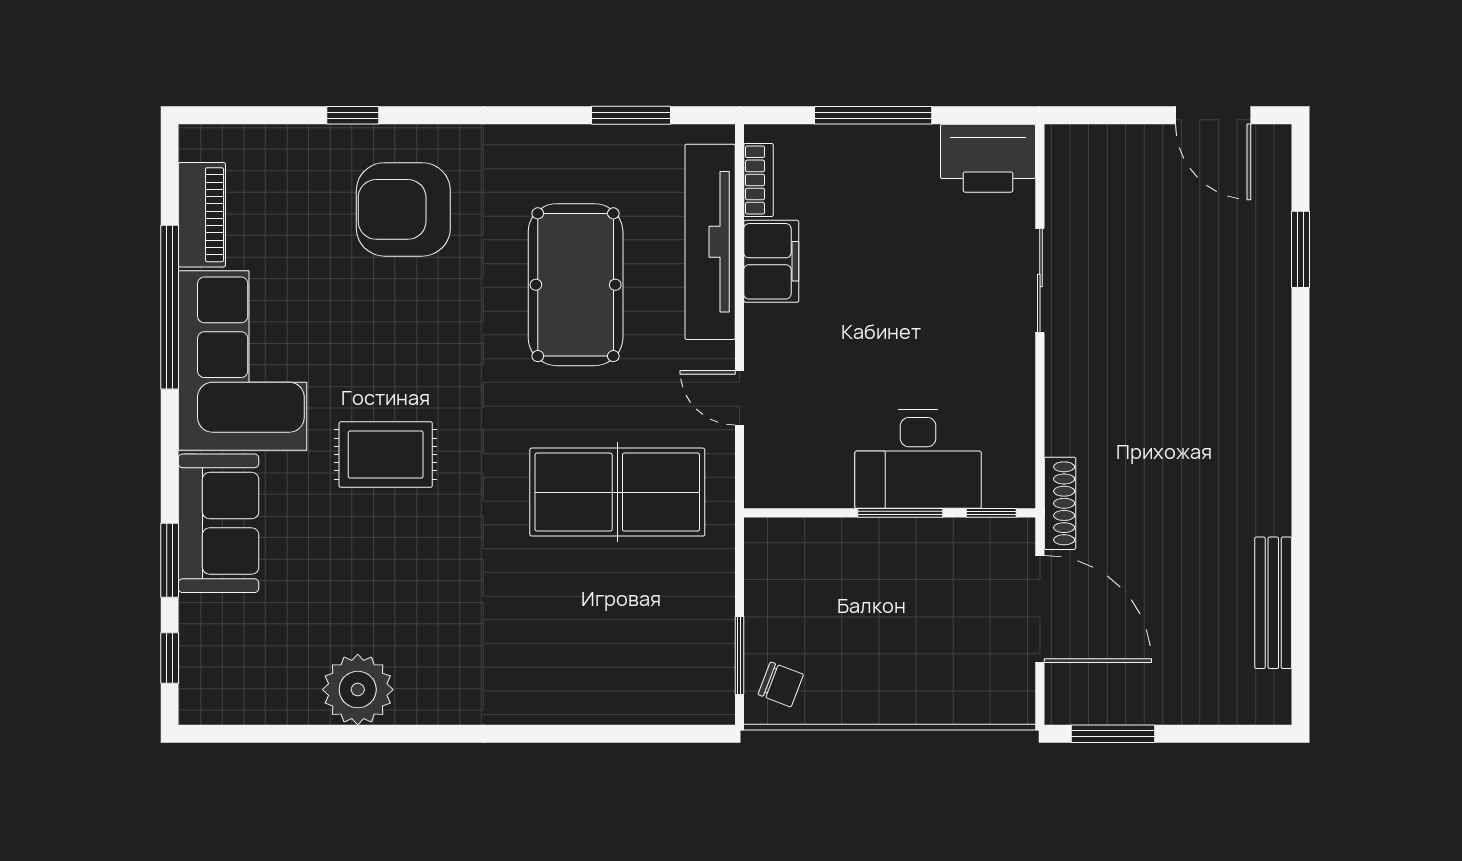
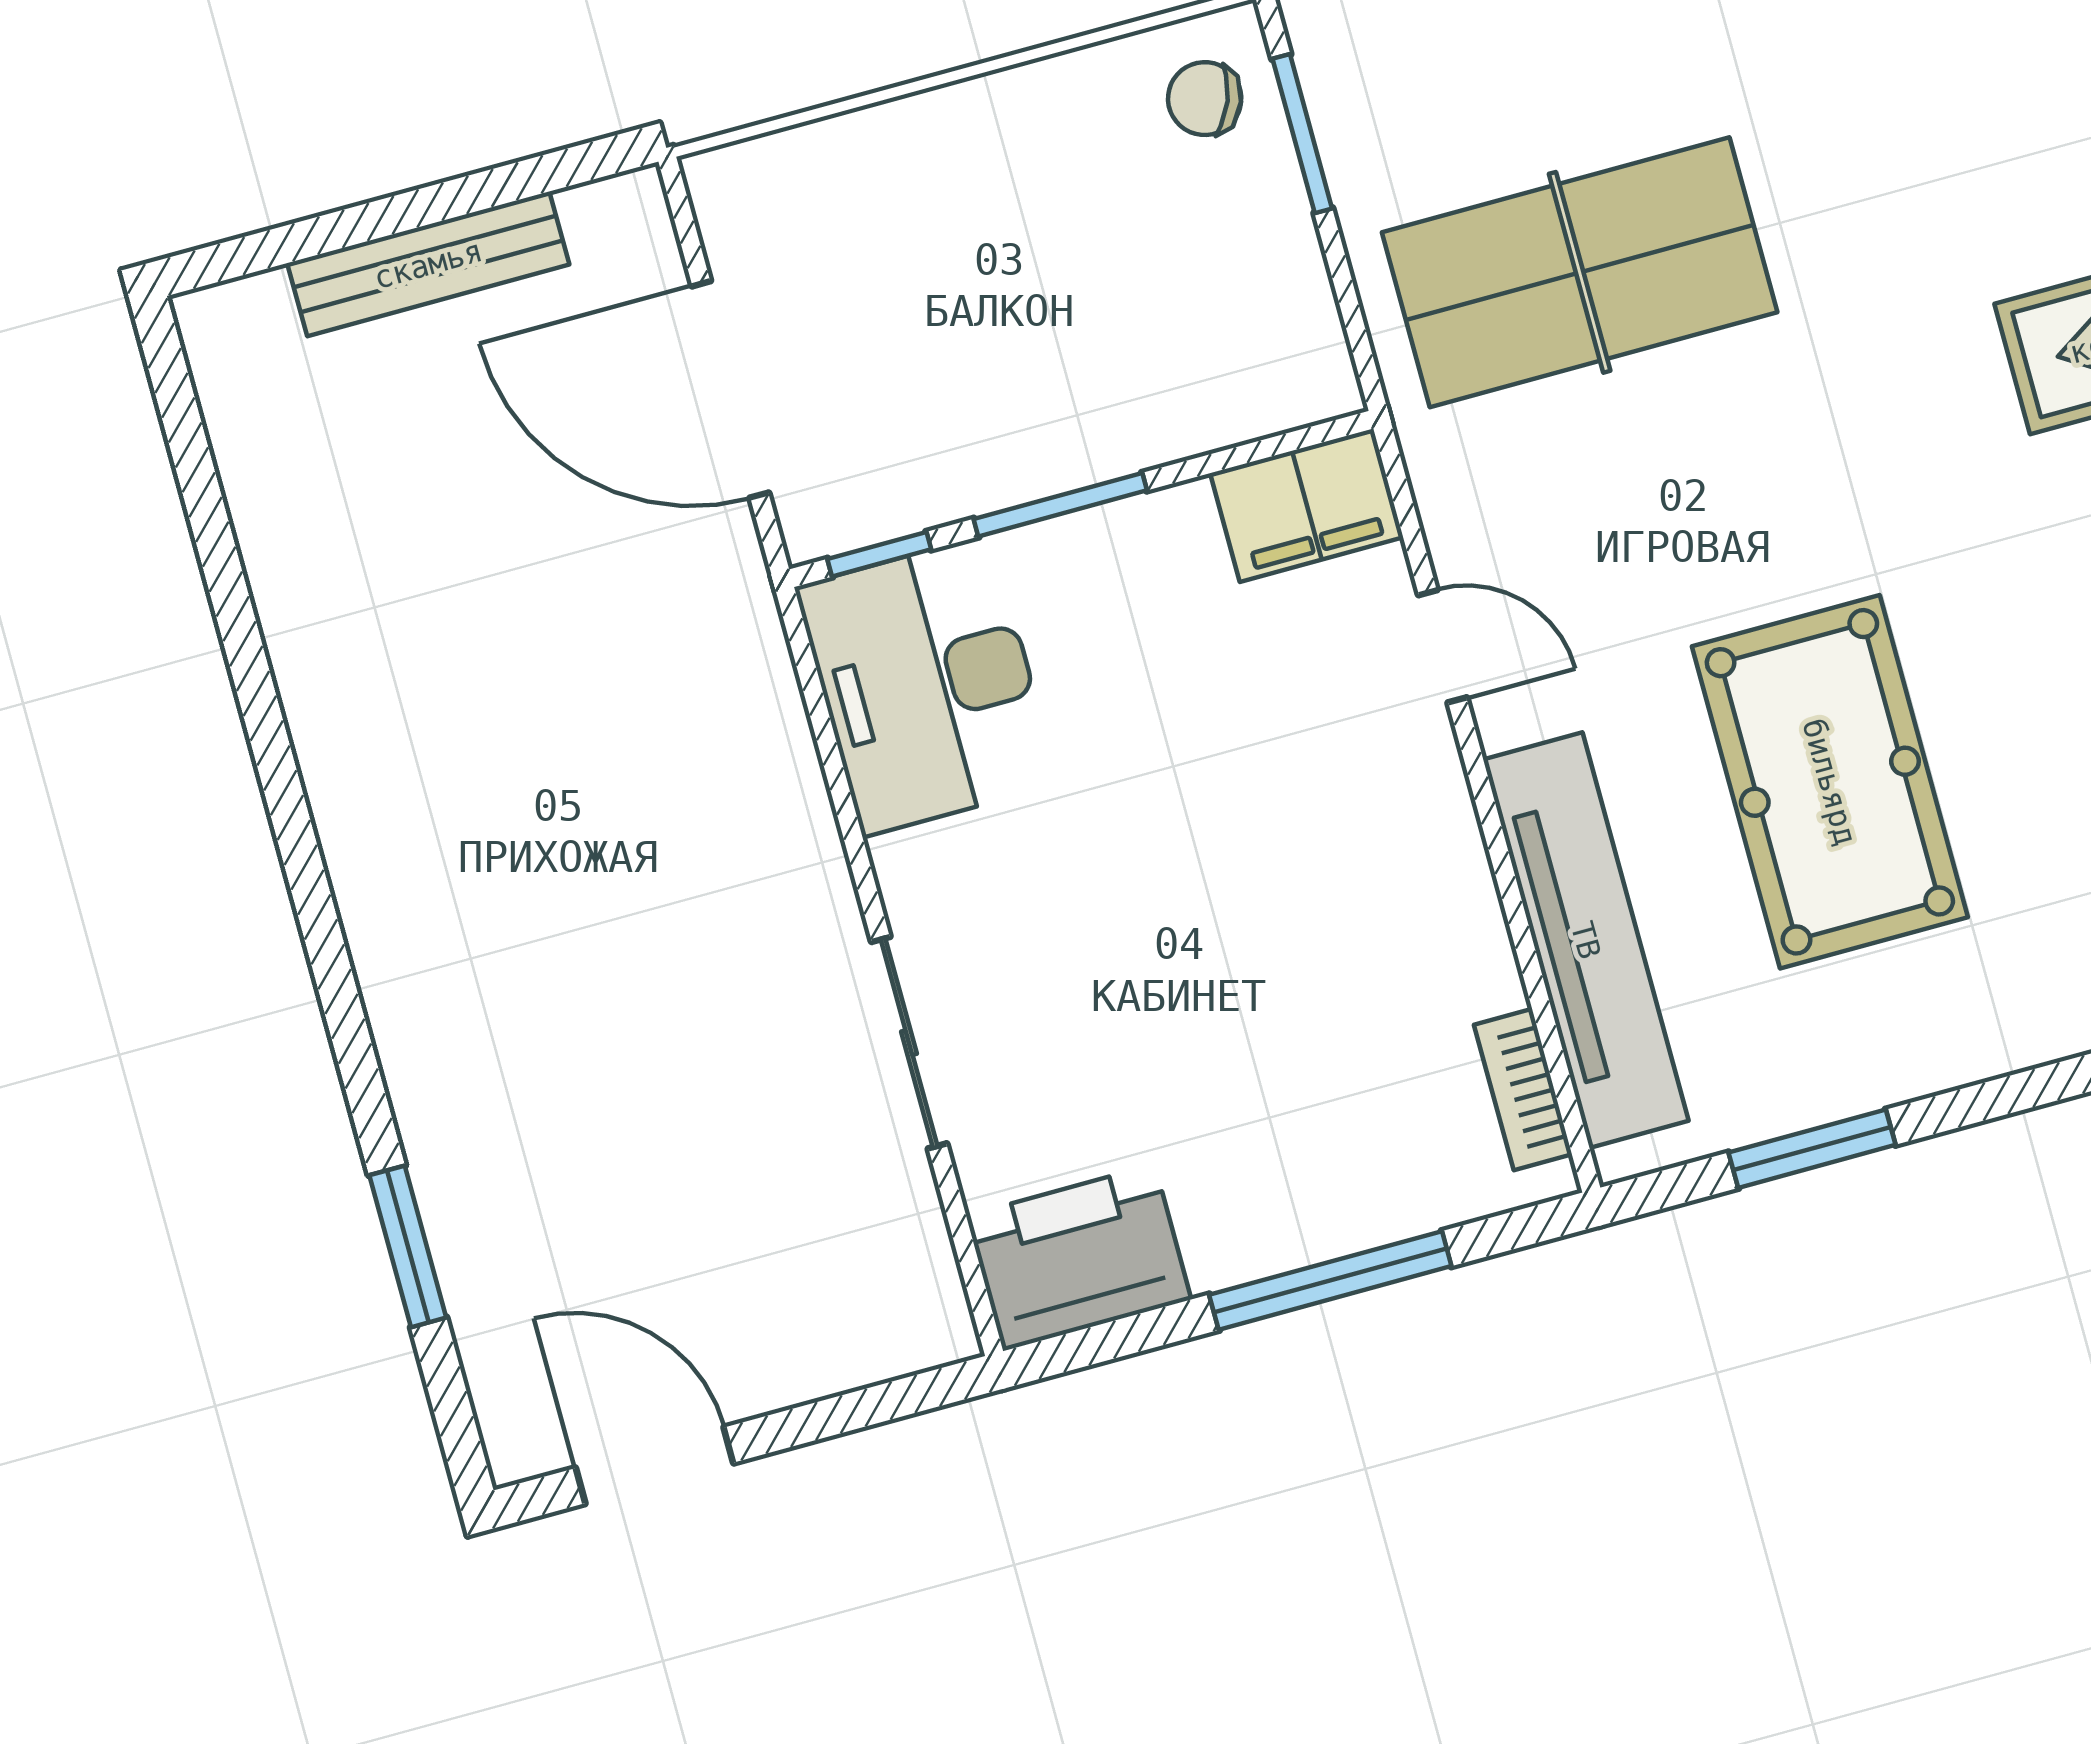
filing cabinet: (771, 261) -> (1307, 505), moved, turned -90
desk: (918, 459) -> (927, 685), moved, turned -90
table tennis table: (617, 492) -> (1580, 272), moved
shoe rack: (1060, 503) -> (748, 611), removed
bench: (1273, 603) -> (428, 264), moved, turned 90
window: (1113, 734) -> (517, 181), removed

